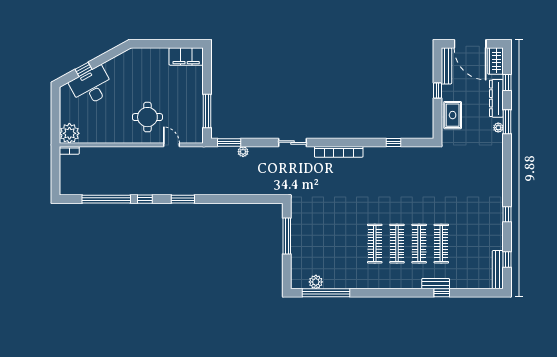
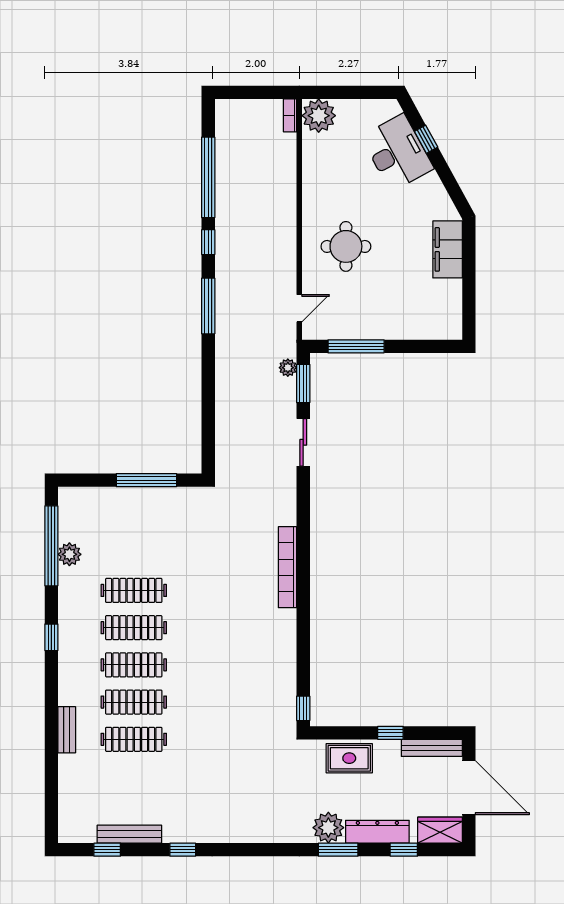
door: (470, 44) -> (469, 788), swing flipped
filing cabinet: (186, 56) -> (448, 249), moved
plant: (498, 128) -> (328, 828), width x1.87, depth x1.87
sliding door: (292, 142) -> (303, 442), moved
window: (393, 142) -> (303, 708), moved
door: (171, 145) -> (299, 308), moved
plant: (243, 152) -> (288, 368), moved
window: (183, 199) -> (208, 306), width x1.44
clothes rail: (353, 244) -> (134, 590), added
bench: (498, 270) -> (129, 834), moved
plant: (316, 282) -> (69, 554), moved
window: (442, 293) -> (51, 637), moved

